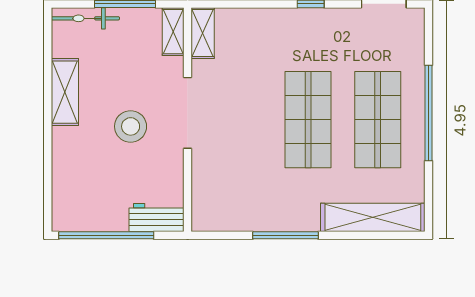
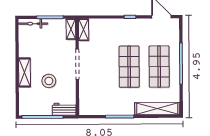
shelving: (65, 92) -> (24, 72), moved
stool: (131, 126) -> (49, 81), moved

